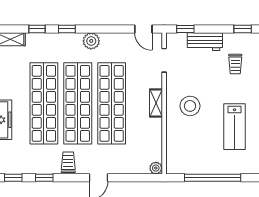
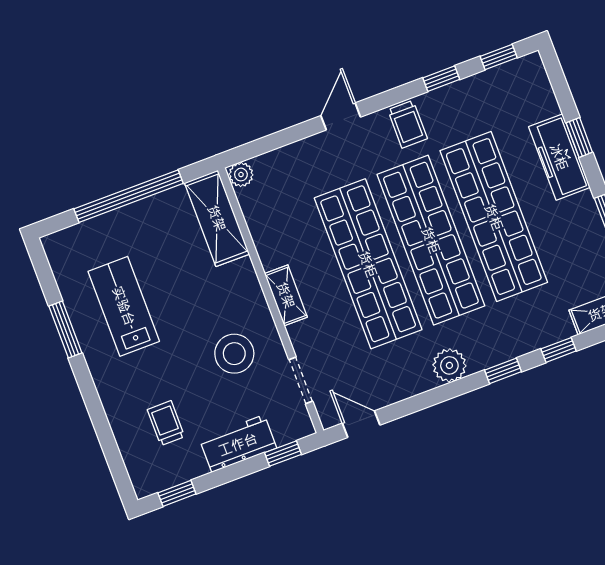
stool: (190, 106) -> (234, 354), moved
shelving: (175, 152) -> (217, 218), added

